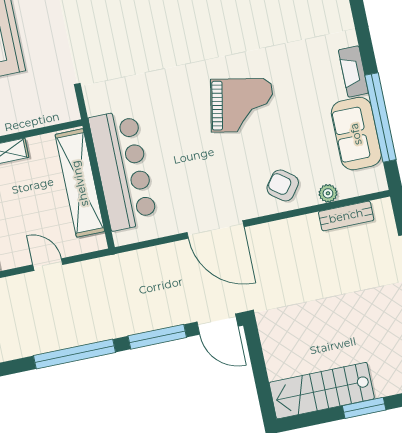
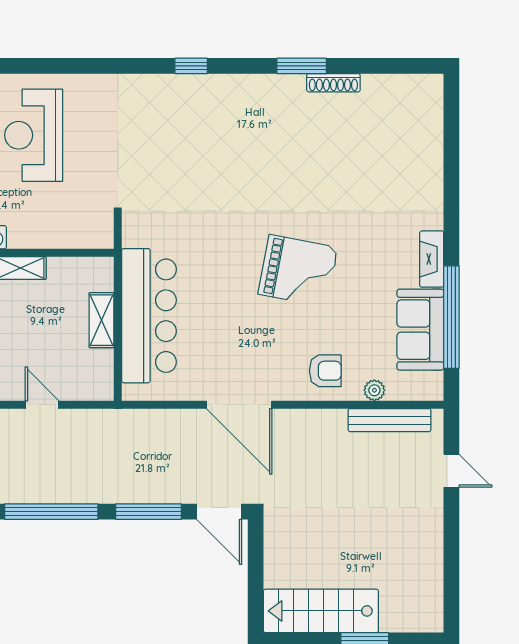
shelving: (80, 183) -> (102, 320), width x0.45, depth x0.75
armchair: (283, 185) -> (325, 371), turned 143
bench: (346, 216) -> (390, 420), width x1.36

